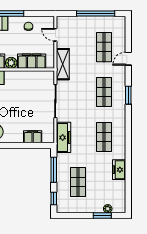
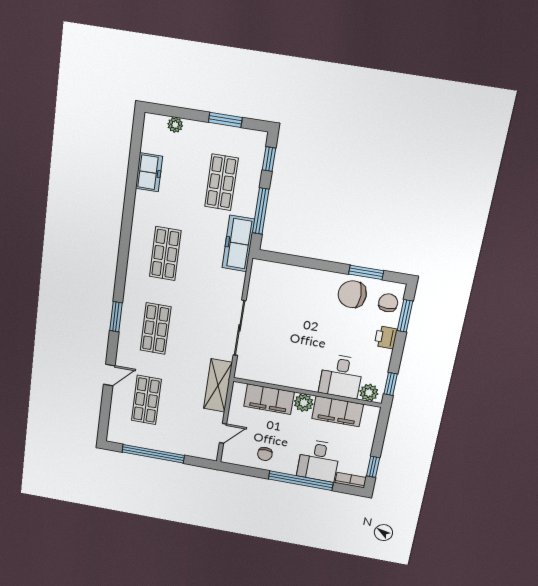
door: (55, 35) -> (223, 433), hinge flipped
filing cabinet: (33, 137) -> (288, 275), removed
freezer: (64, 137) -> (238, 244), moved
freezer: (119, 170) -> (149, 172), moved
window: (102, 216) -> (225, 120), moved

